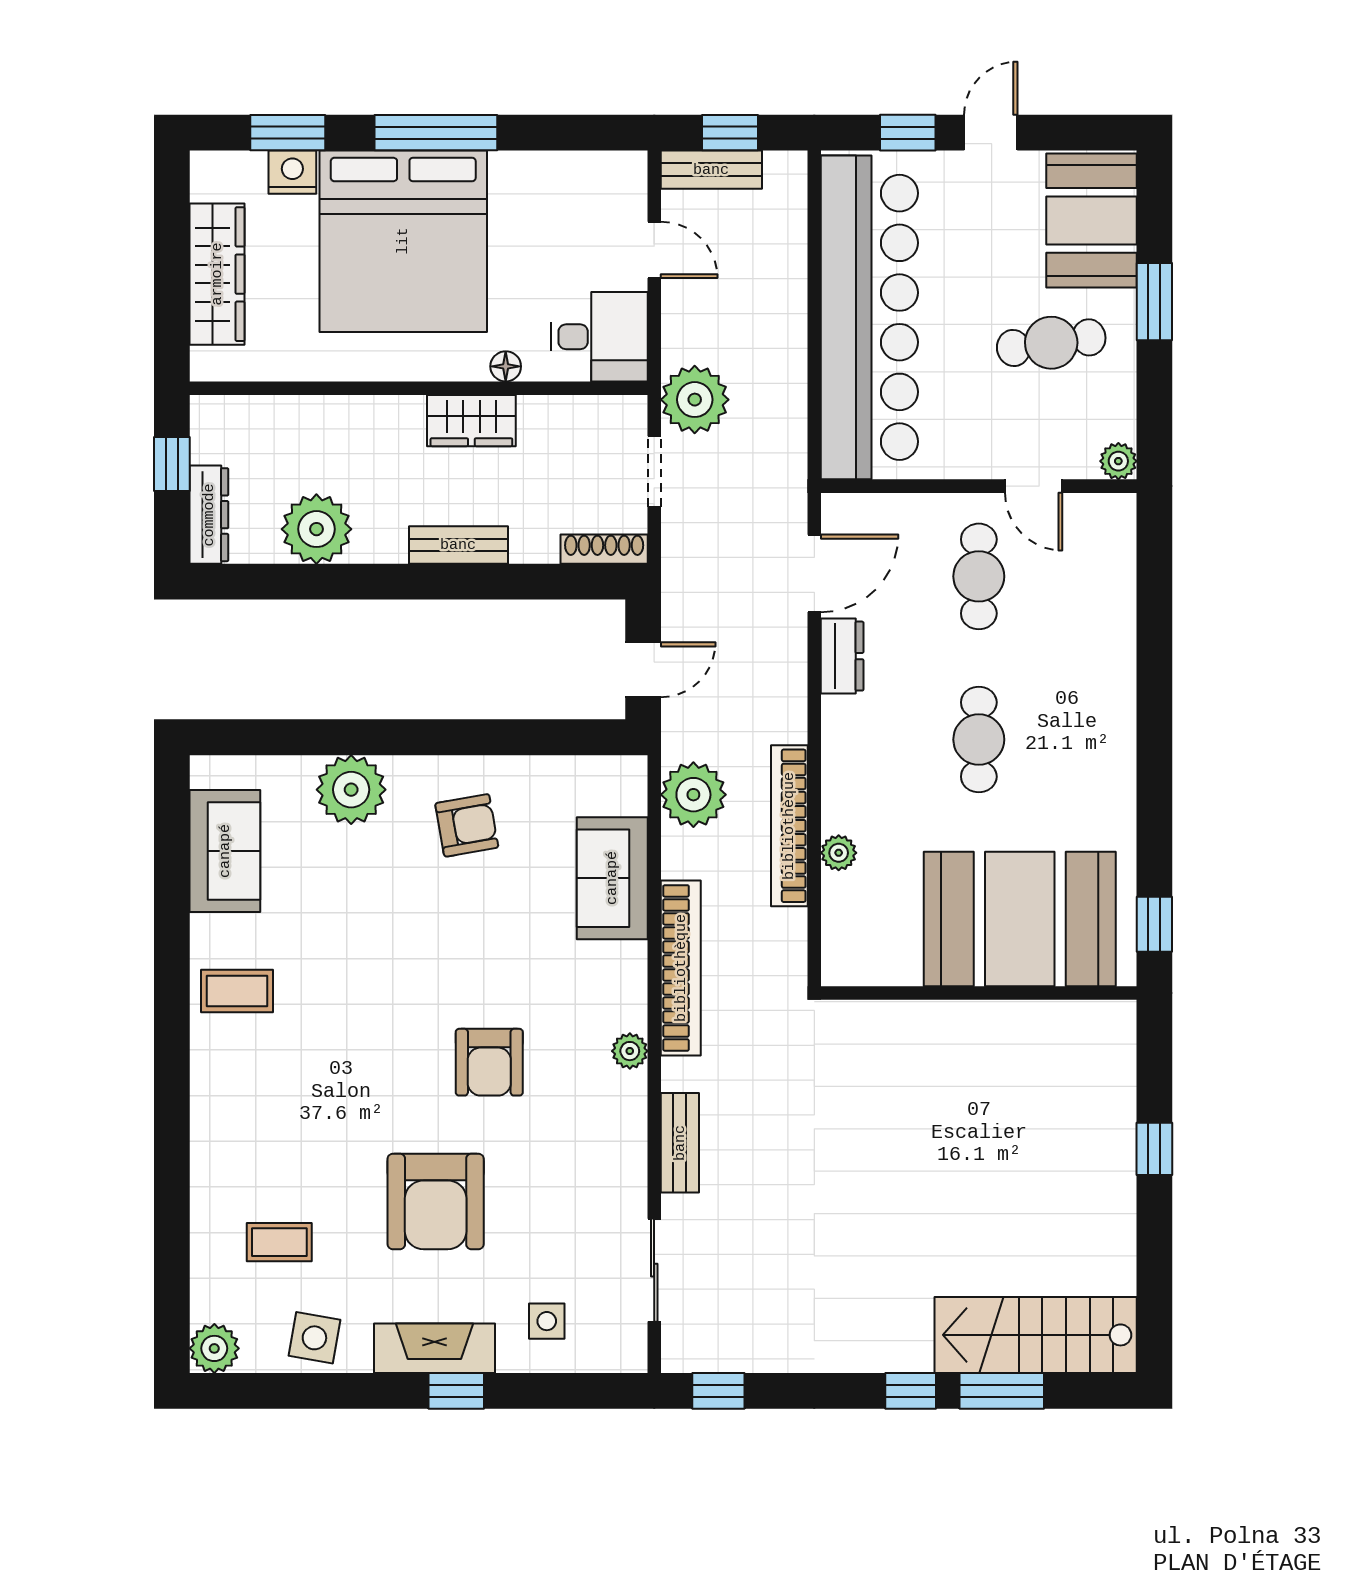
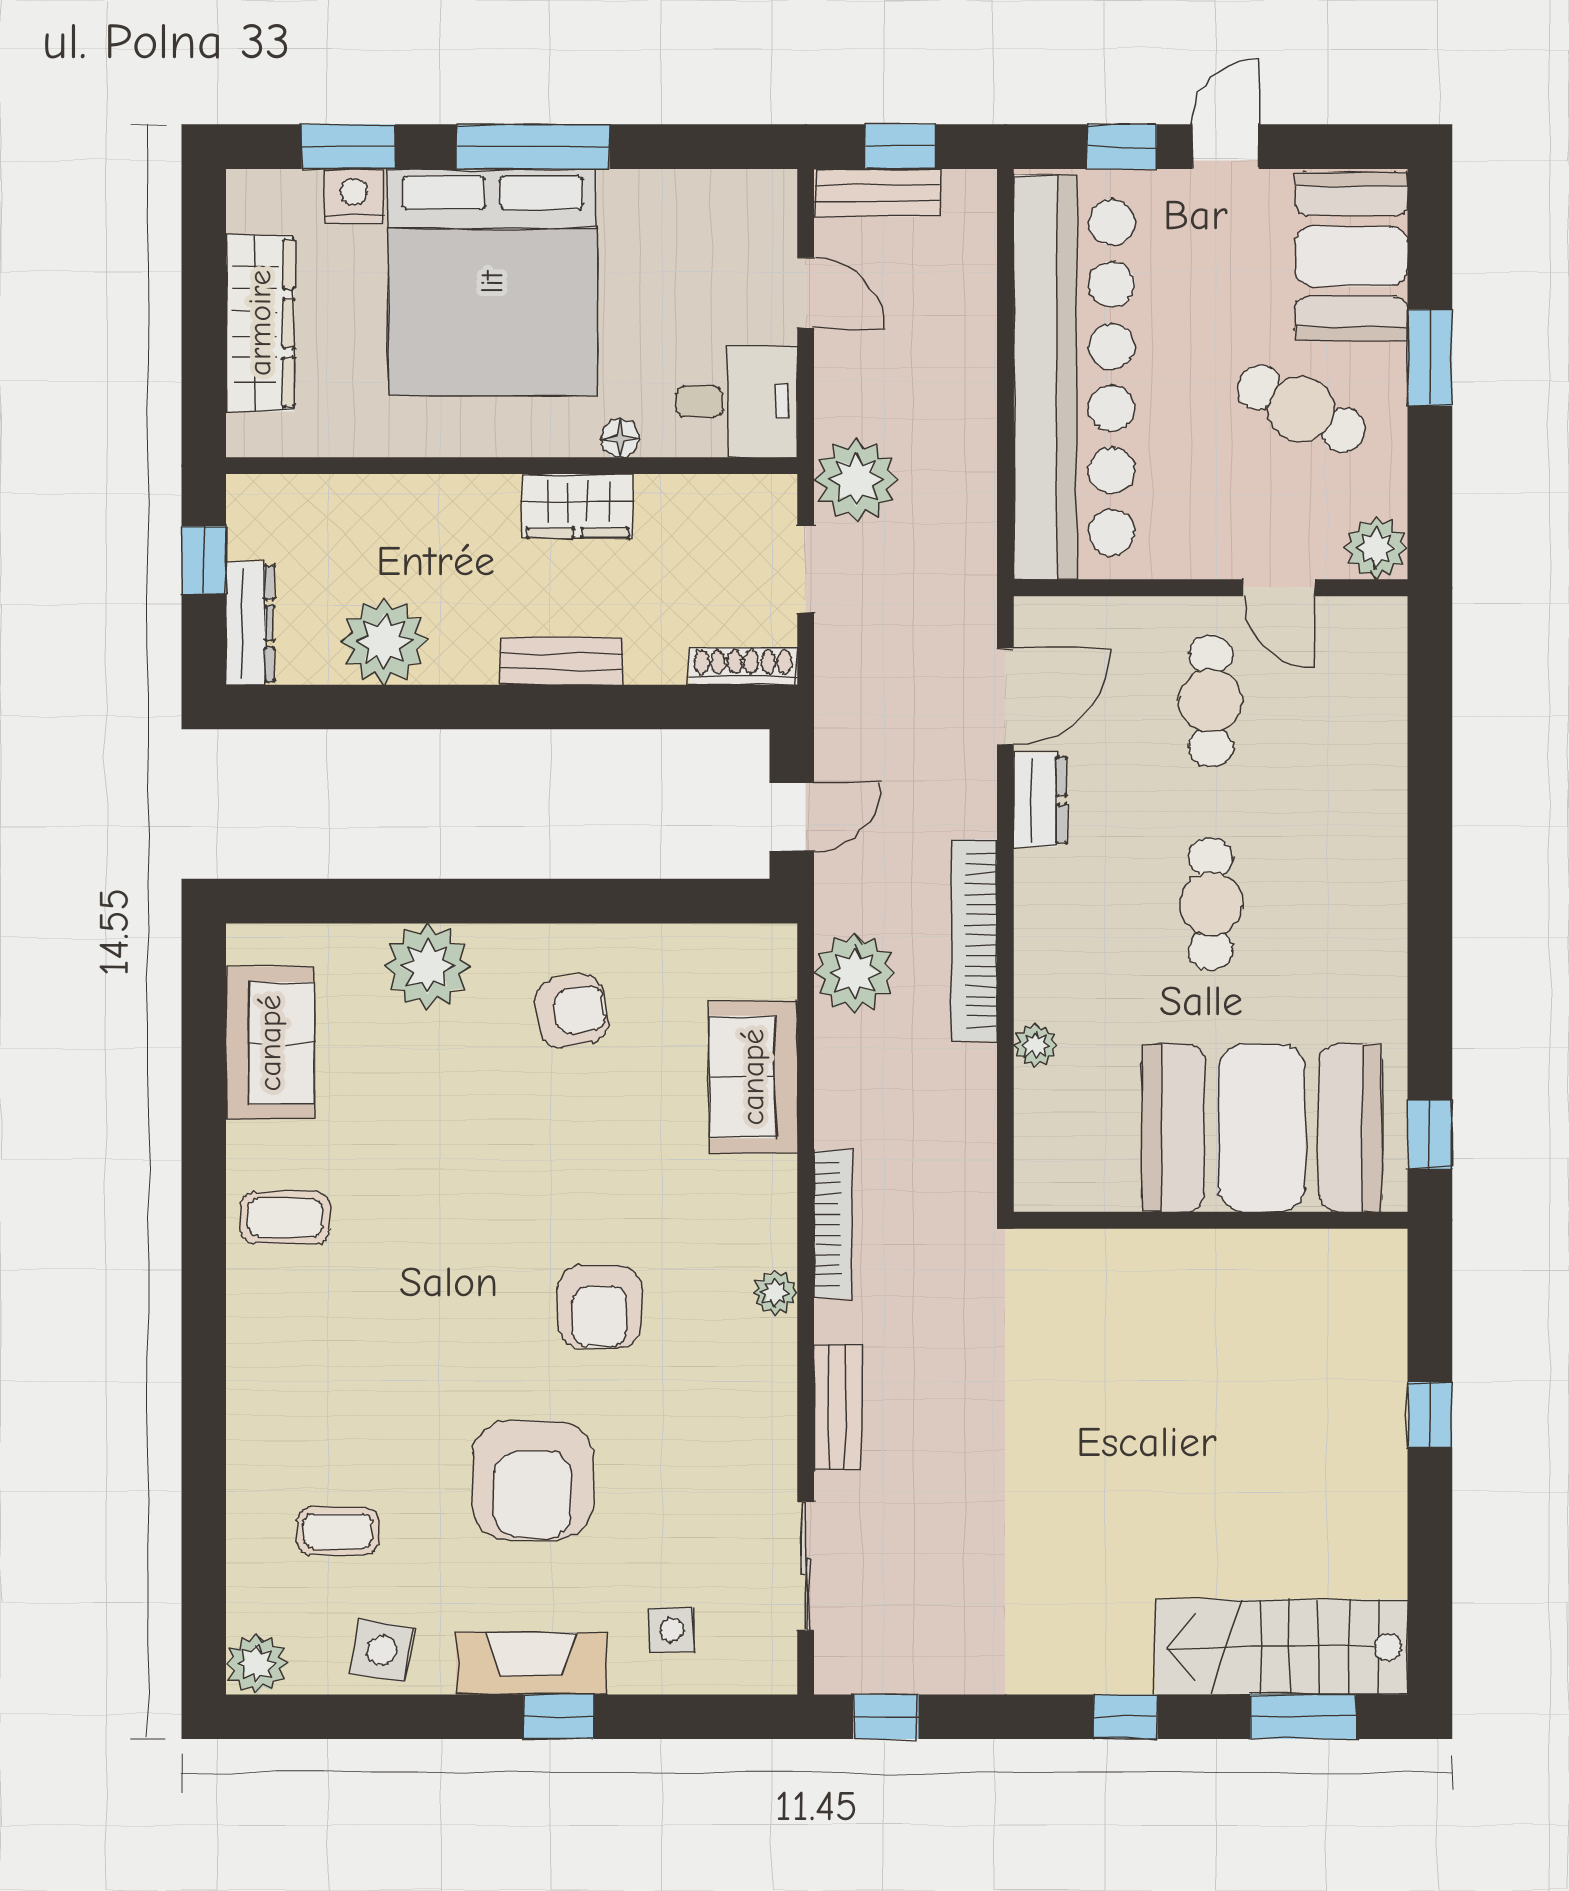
cafe table: (1051, 343) -> (1301, 409), turned 35
plant: (1118, 461) -> (1376, 548), width x1.38, depth x1.38
bookcase: (789, 826) -> (974, 940), moved
bookcase: (681, 968) -> (833, 1225), width x0.68, depth x0.76
window: (1002, 1391) -> (1303, 1717), moved

